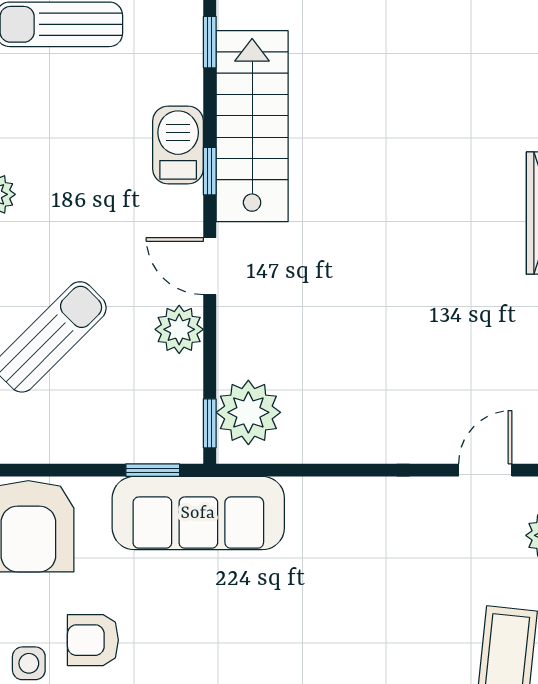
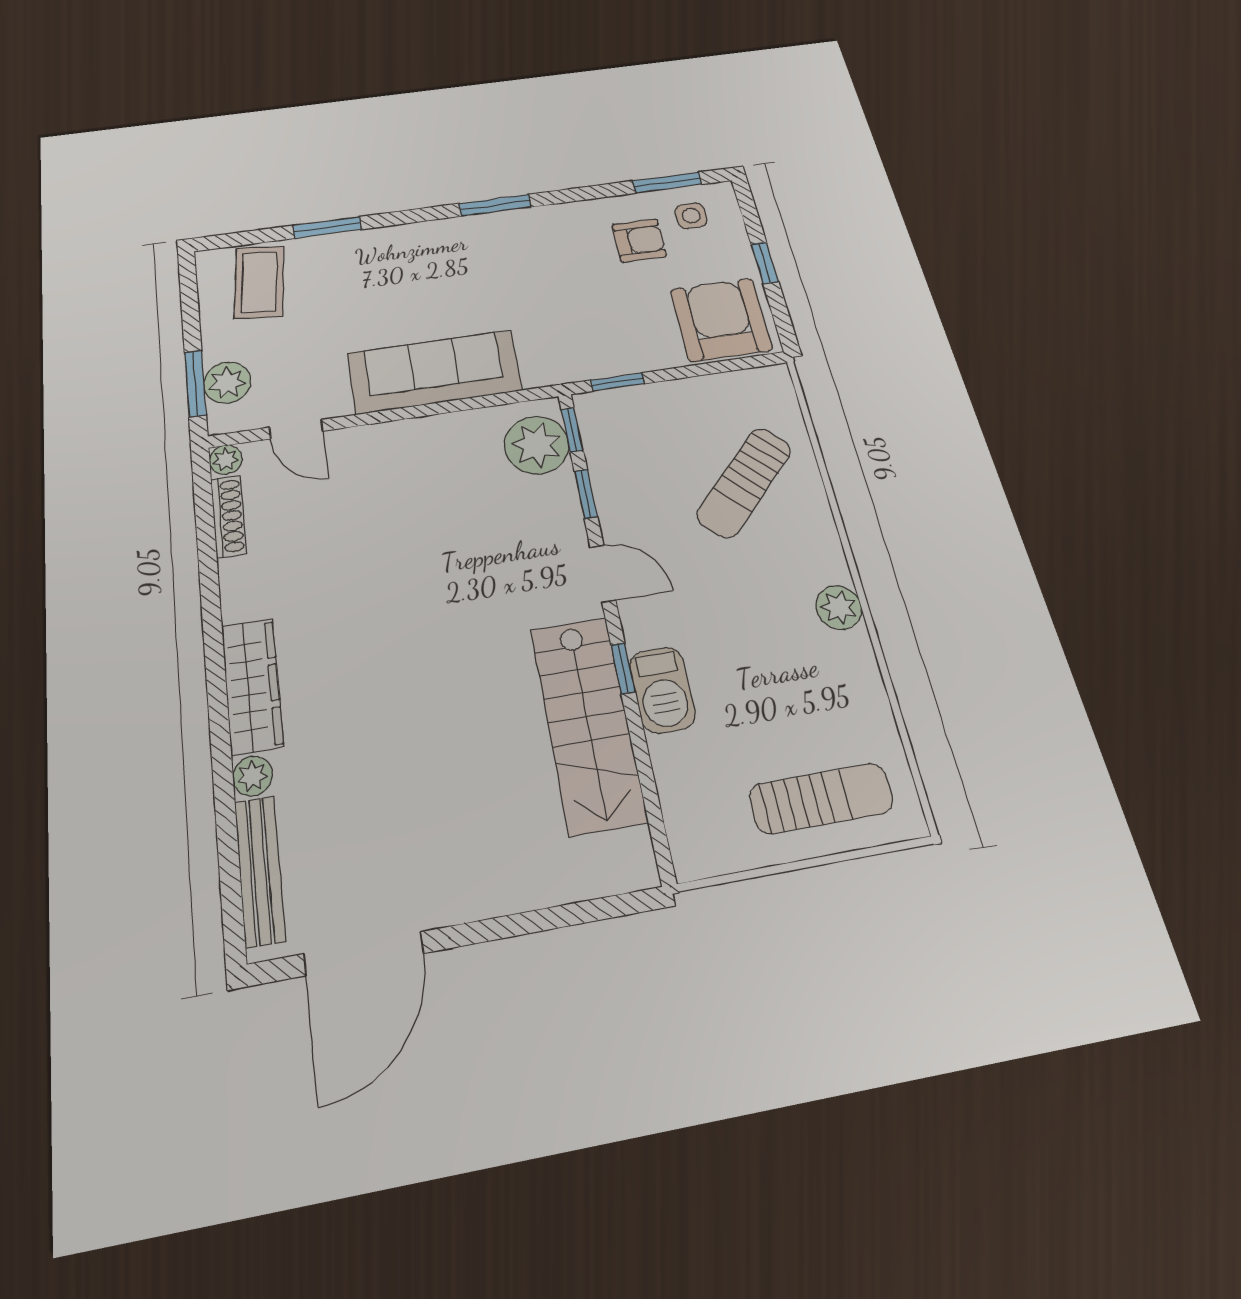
window: (210, 42) -> (586, 494), moved
plant: (179, 329) -> (620, 509), removed
door: (485, 470) -> (296, 429), hinge flipped
sofa: (198, 513) -> (435, 372), moved

